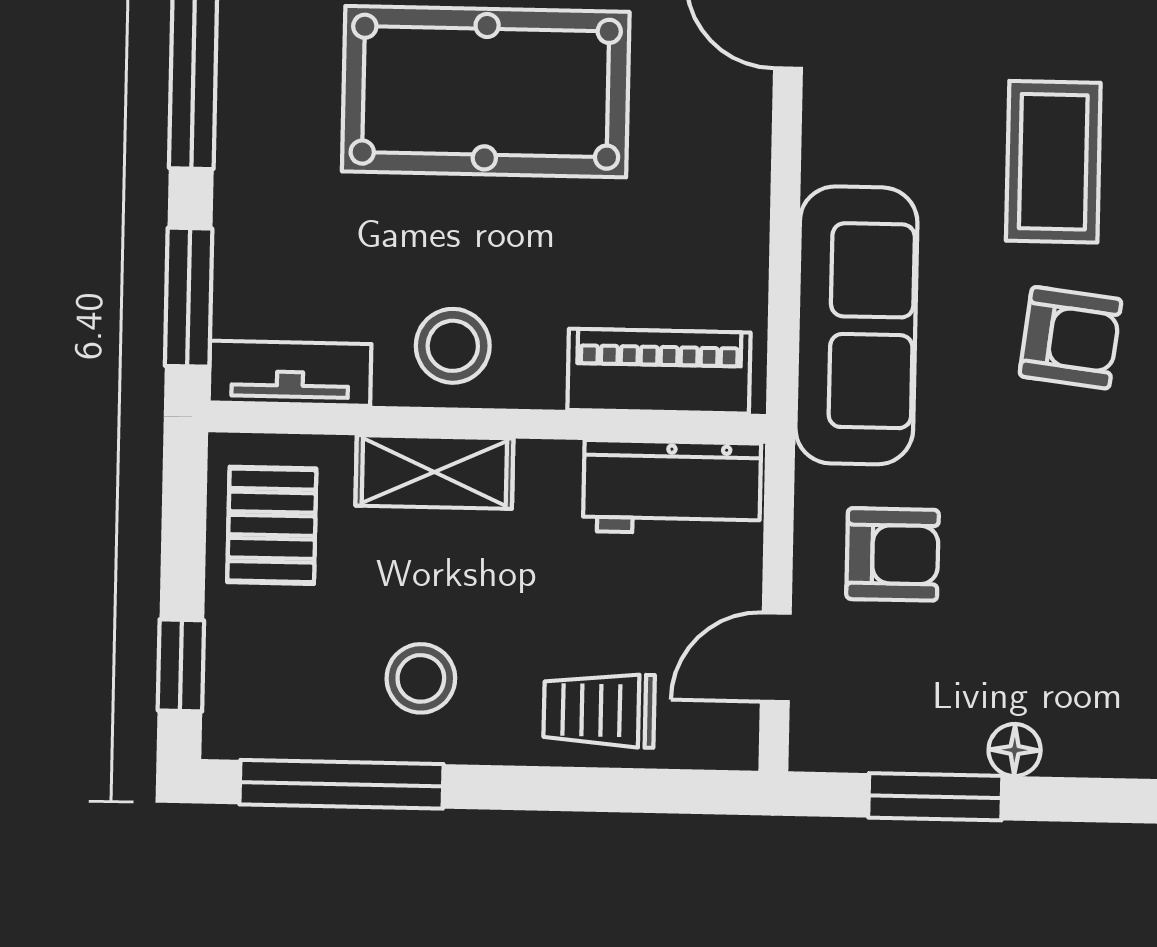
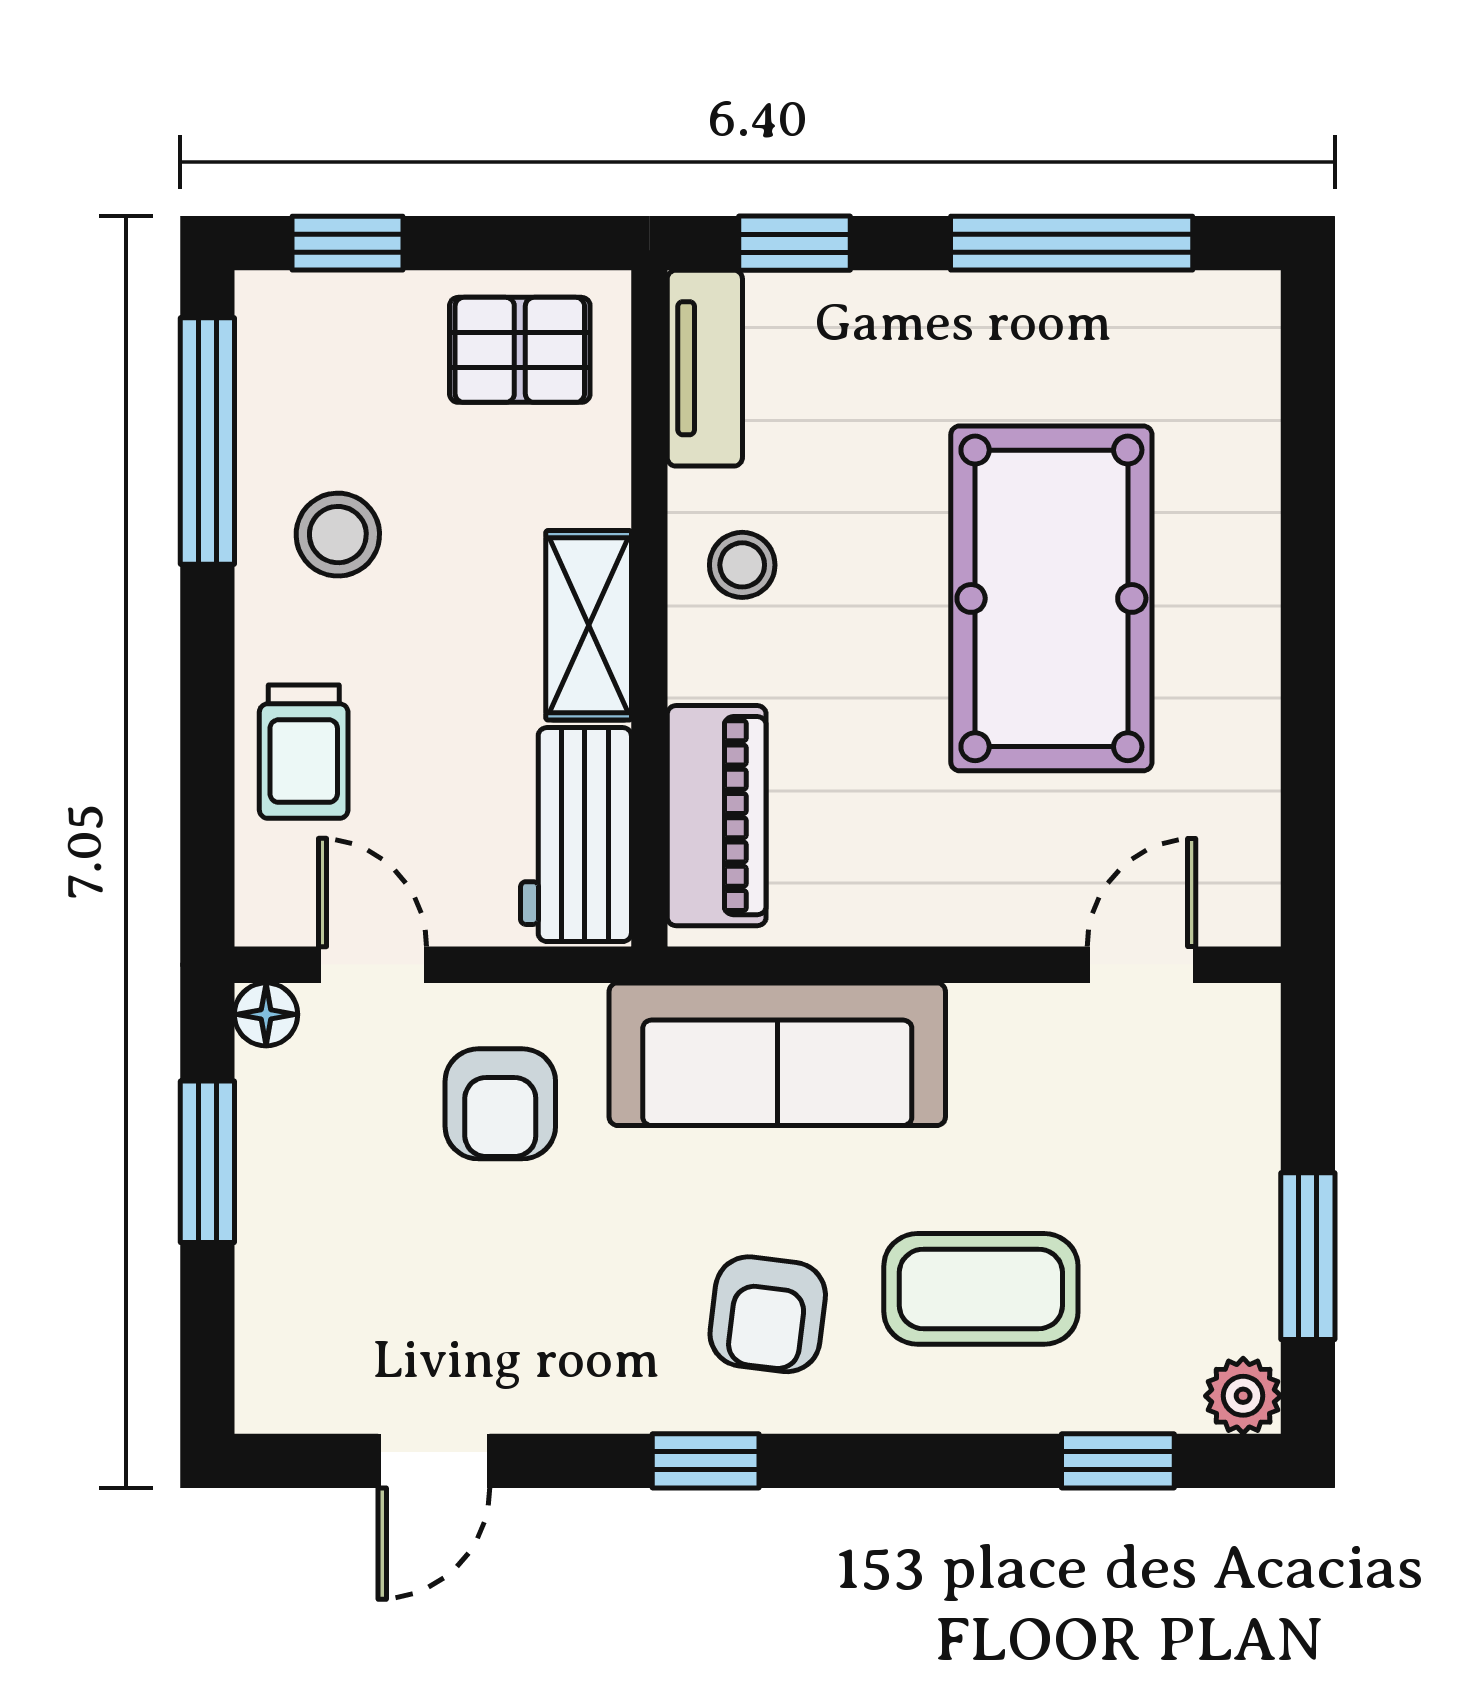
window: (189, 297) -> (795, 243), width x0.67
stool: (453, 346) -> (742, 565), width x0.73, depth x0.73
shelving: (434, 472) -> (589, 625), moved
trolley: (599, 710) -> (304, 752), turned 180
floor lamp: (1015, 750) -> (266, 1014), moved

